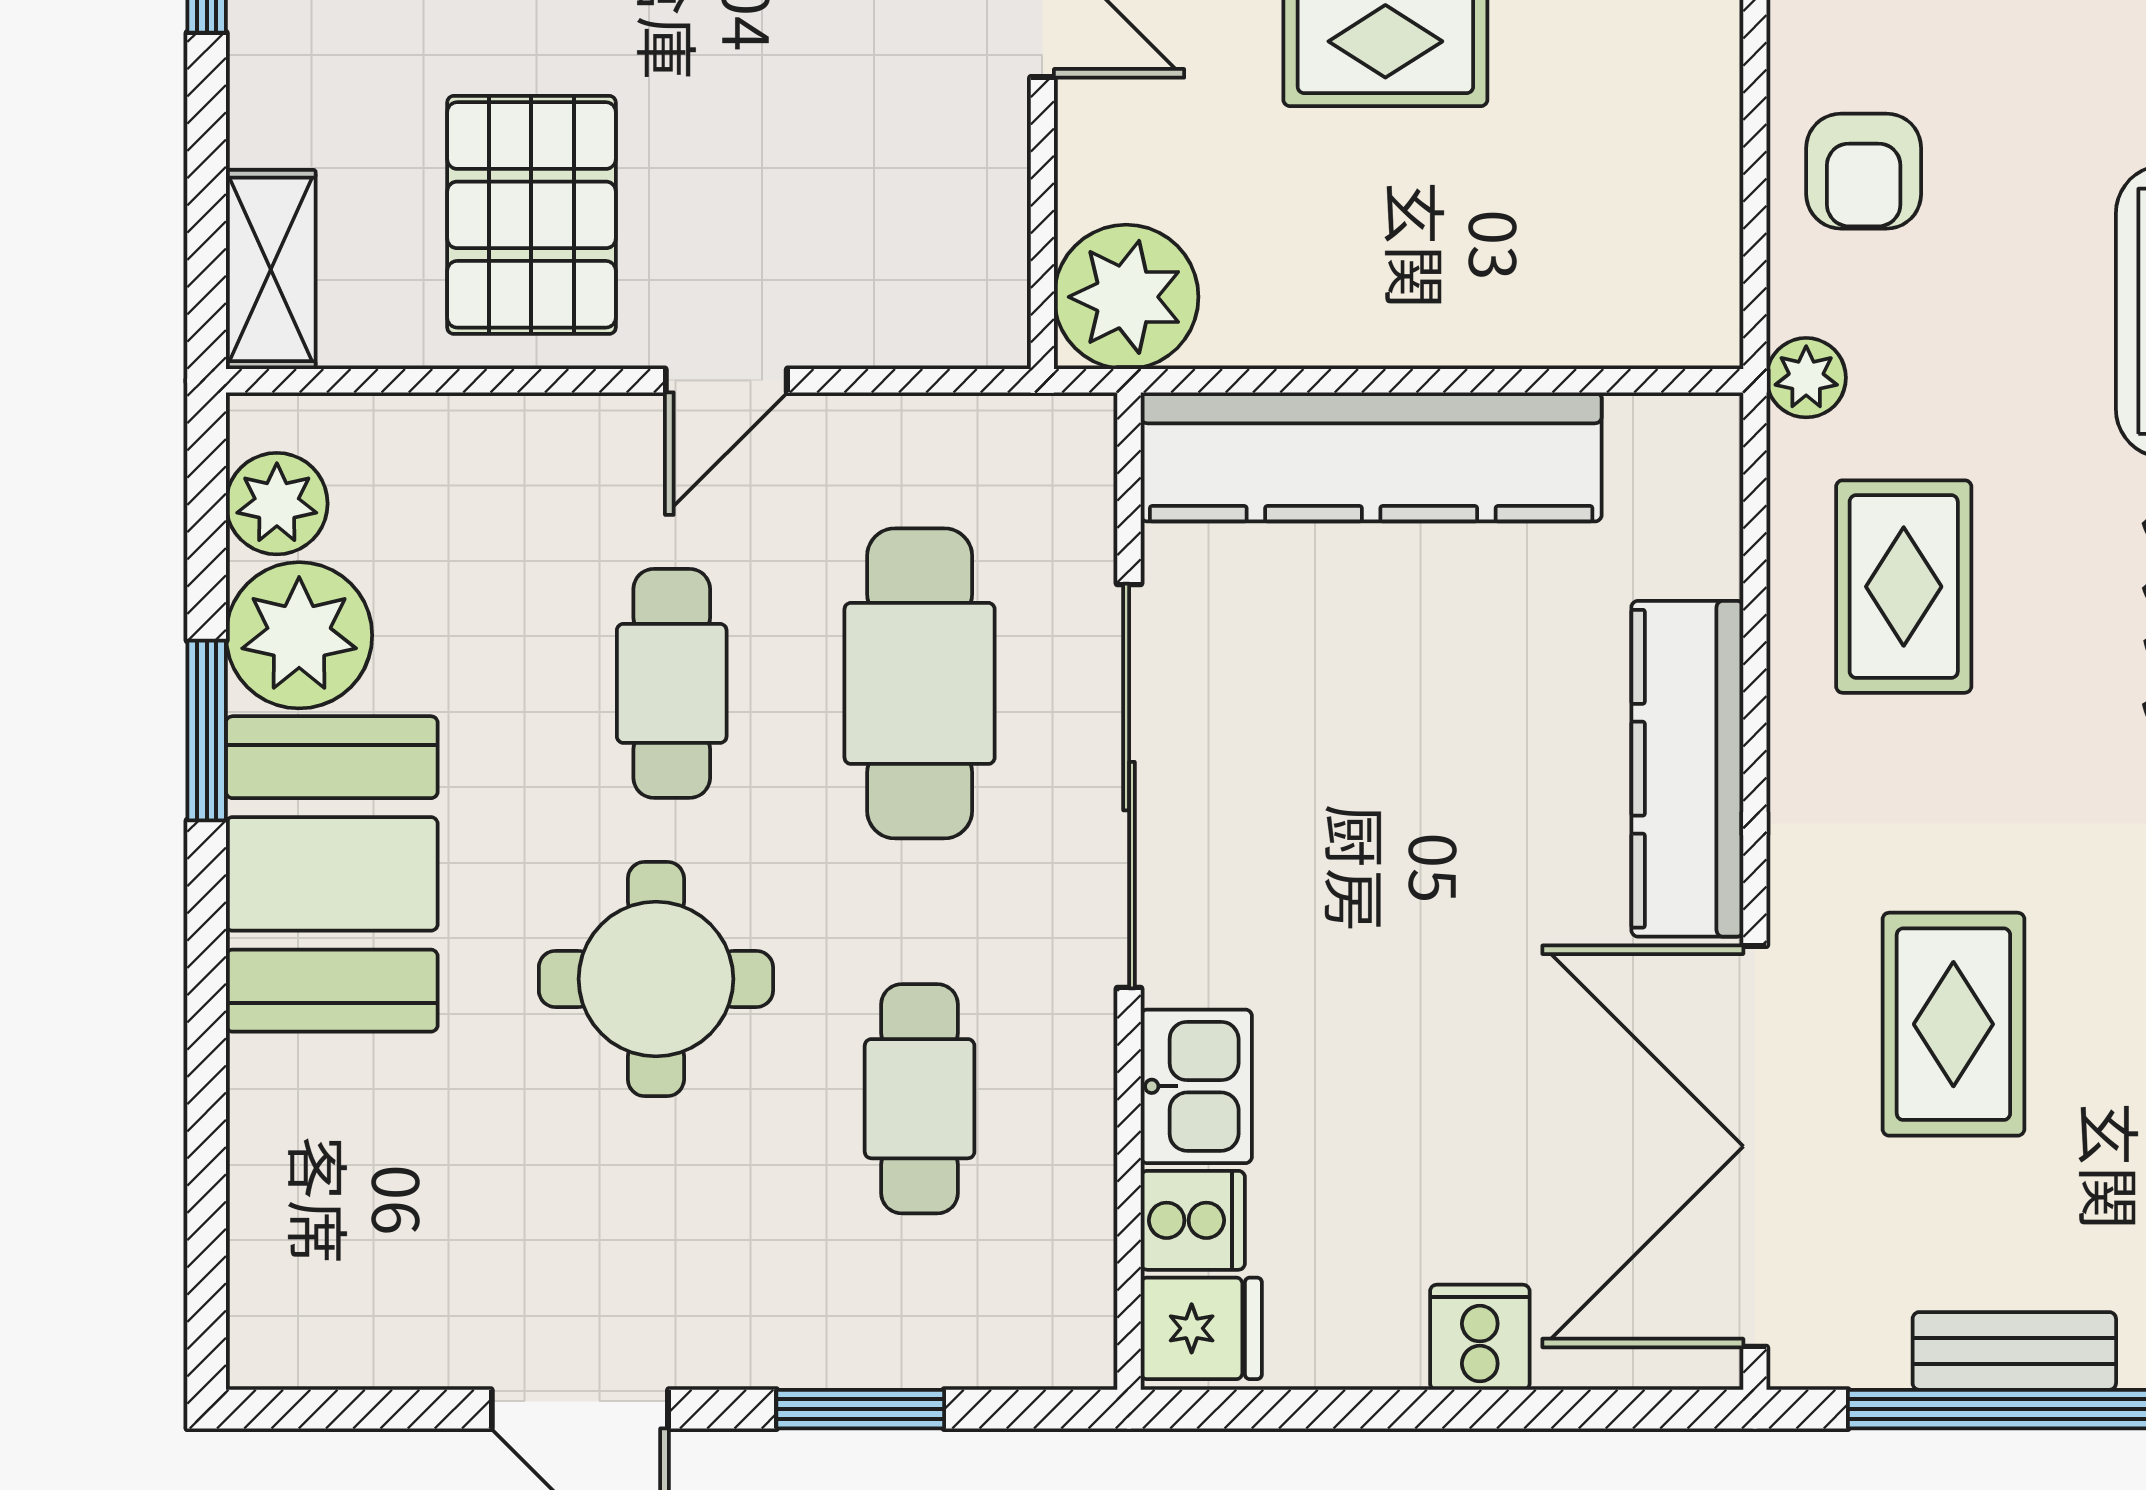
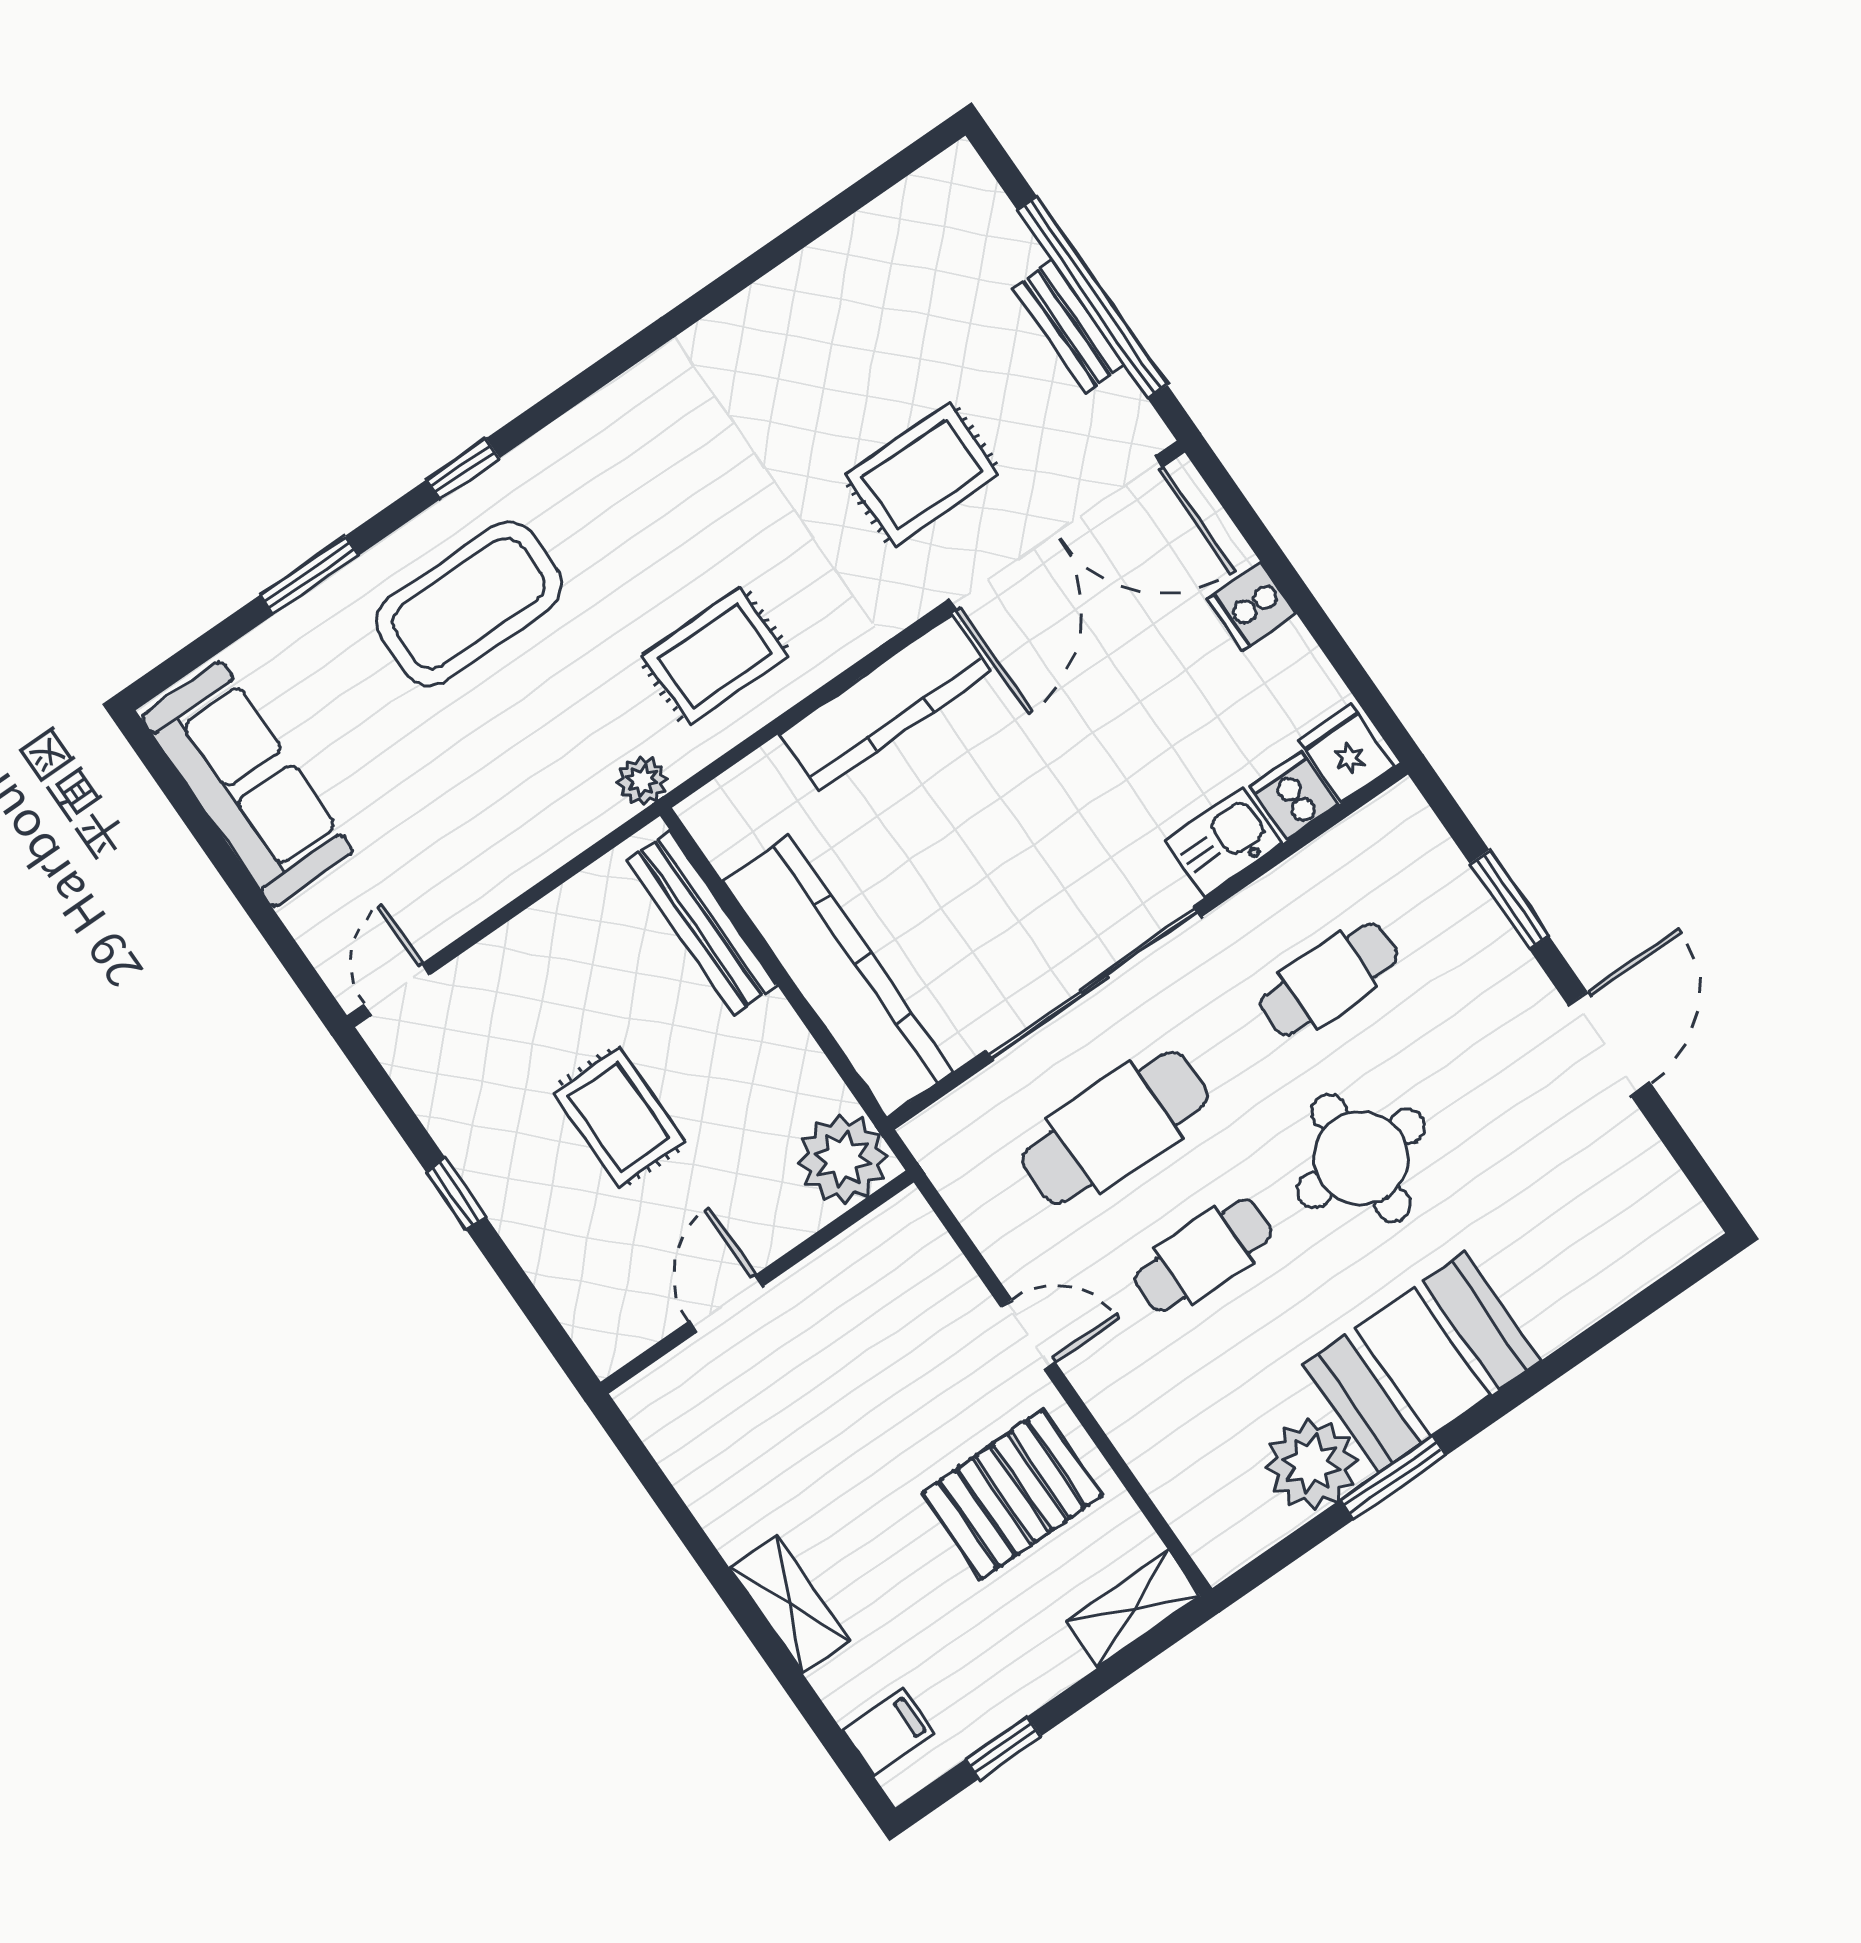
armchair: (1864, 171) -> (515, 825), removed
bench: (1565, 327) -> (702, 923), added
plant: (277, 504) -> (1251, 1522), removed

